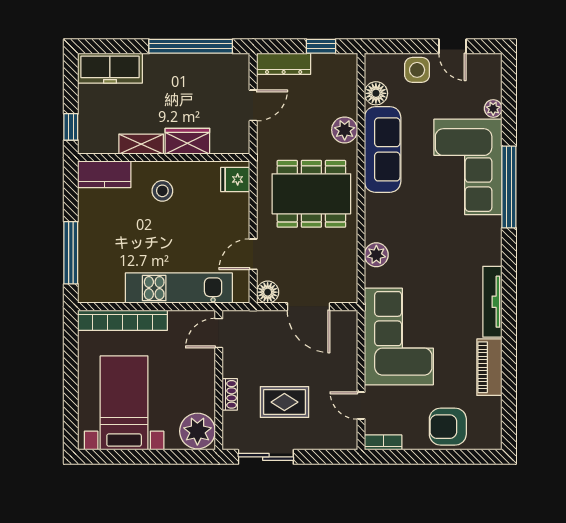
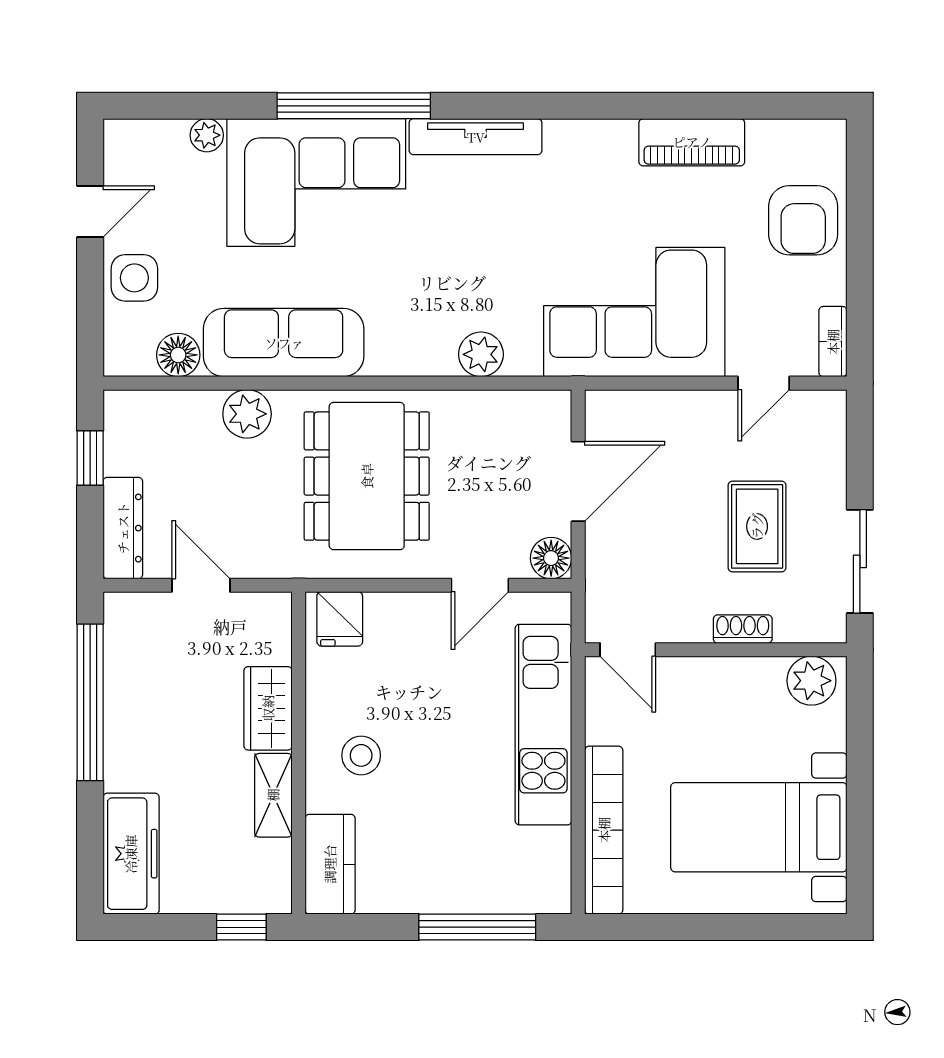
door: (253, 254) -> (480, 585), hinge flipped
tv unit: (492, 302) -> (476, 137), moved
plant: (197, 431) -> (811, 681), width x0.73, depth x0.73

